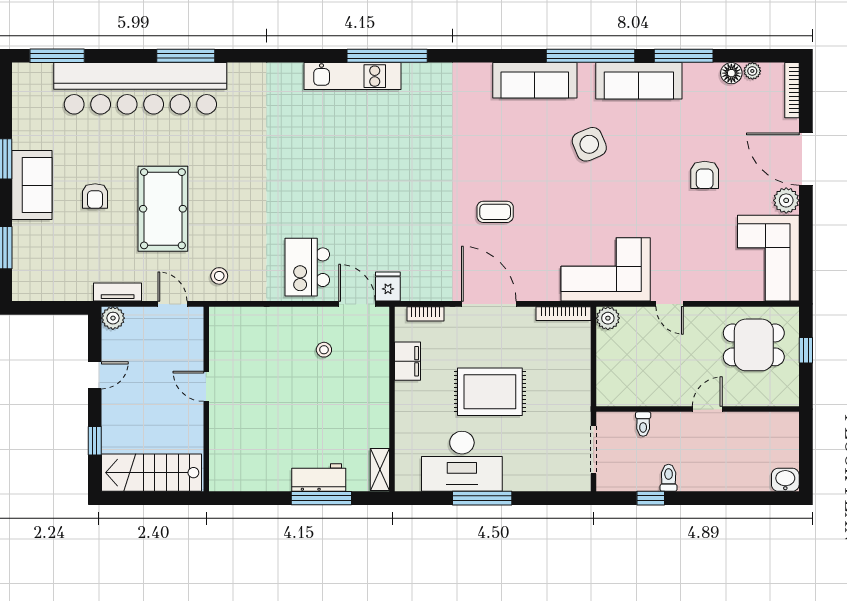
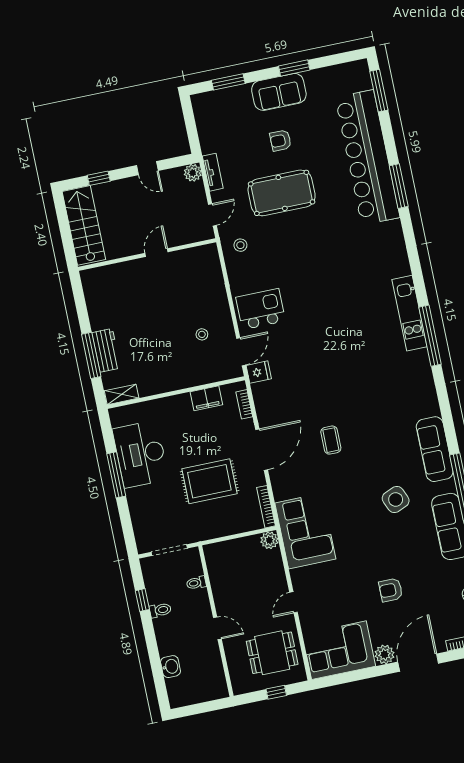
door: (670, 304) -> (293, 602), moved
dining table: (754, 345) -> (272, 653), turned 90
rug: (490, 392) -> (209, 481), moved, turned 90
washbasin: (785, 480) -> (171, 667), moved

